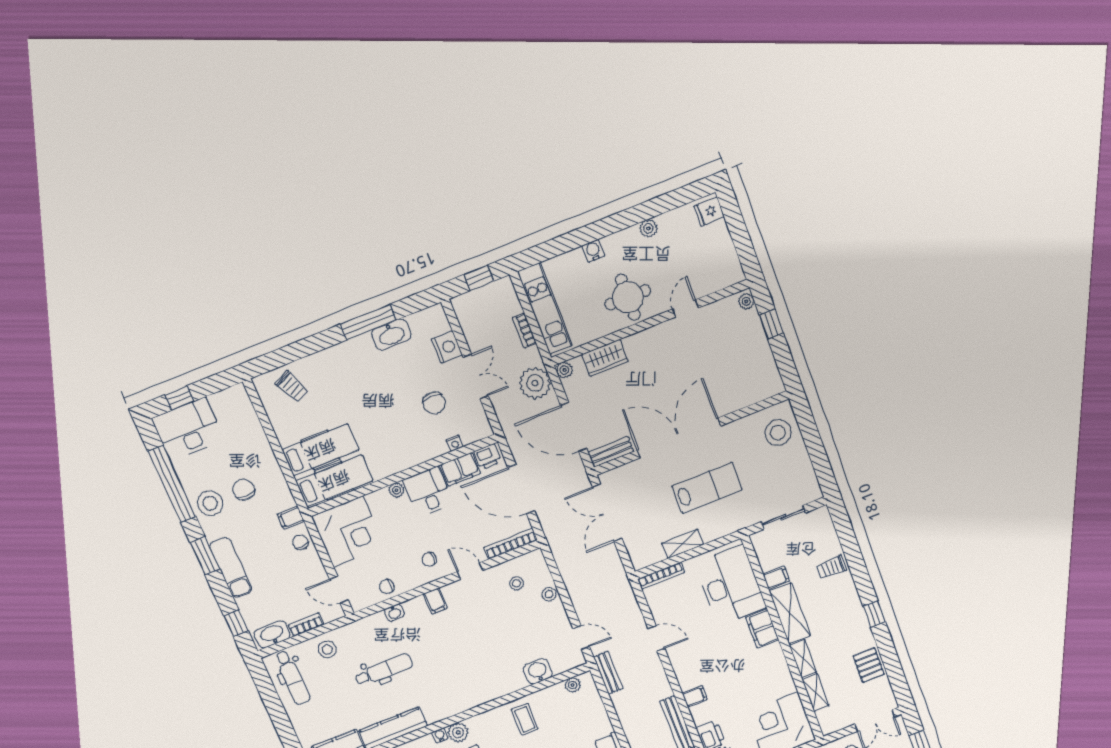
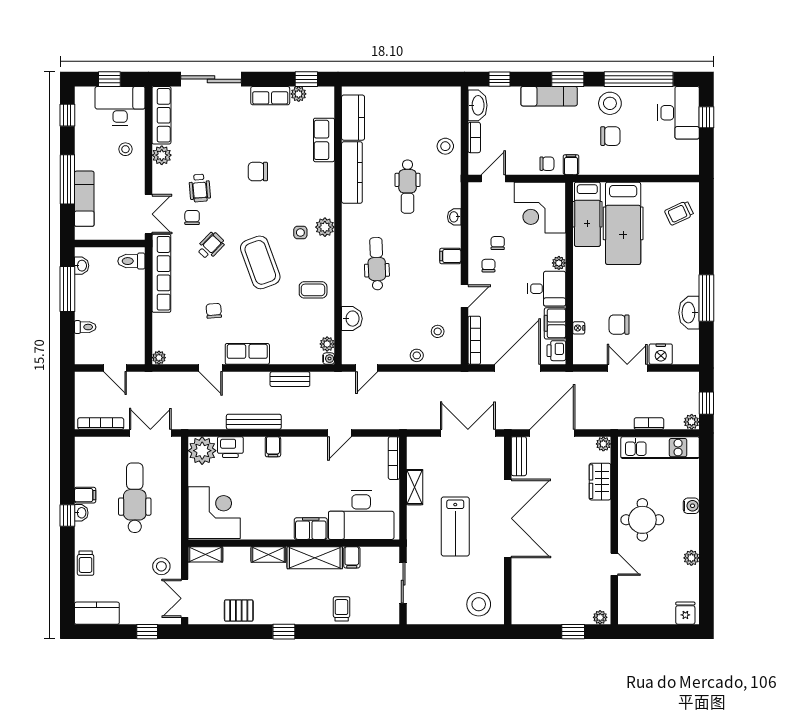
double door: (476, 376) -> (627, 368), swing flipped
plant: (535, 383) -> (692, 422), moved, width x0.53, depth x0.53
hospital bed: (320, 450) -> (623, 223), width x1.37, depth x1.29
chair: (387, 587) -> (498, 243), moved
bench: (608, 673) -> (290, 379), moved
dental chair: (293, 678) -> (377, 264), moved, turned 88
shelving: (815, 693) -> (205, 554), moved
water cooler: (440, 735) -> (329, 359), moved

